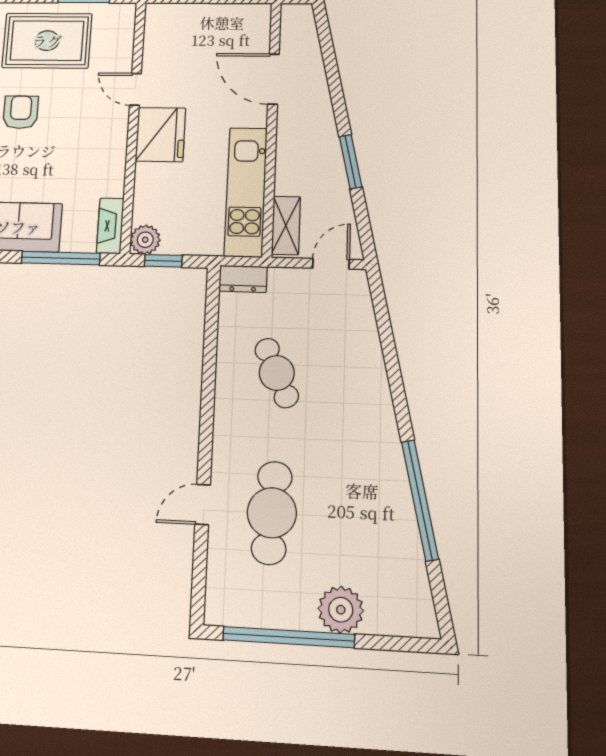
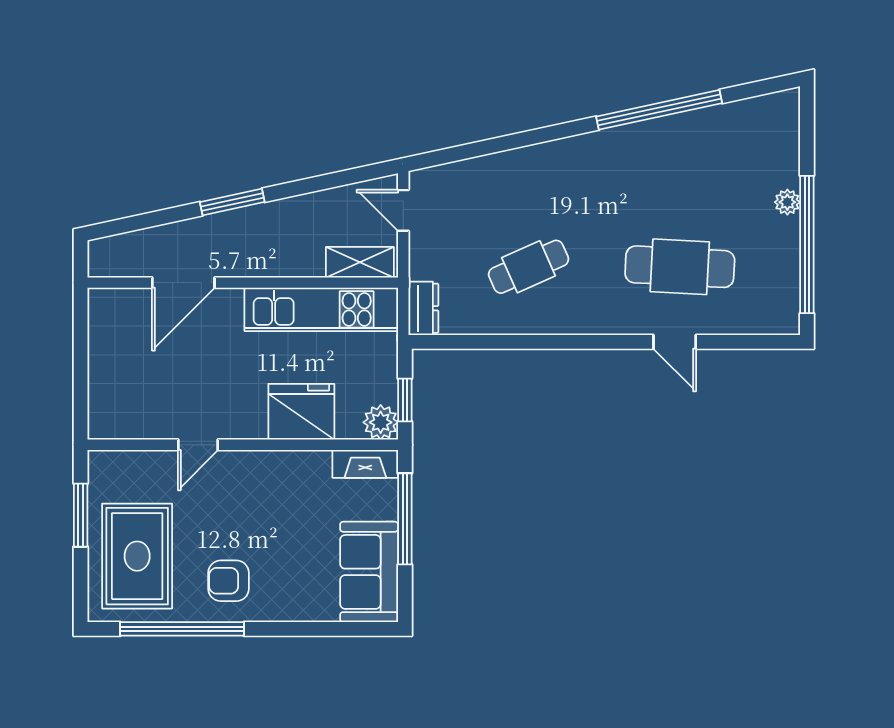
fridge: (161, 135) -> (301, 412), moved
window: (351, 162) -> (232, 202), moved
plant: (341, 610) -> (787, 202), width x0.53, depth x0.53

